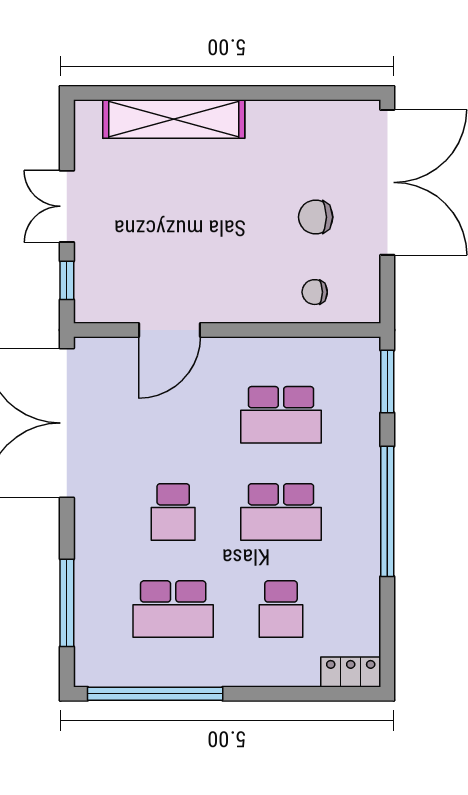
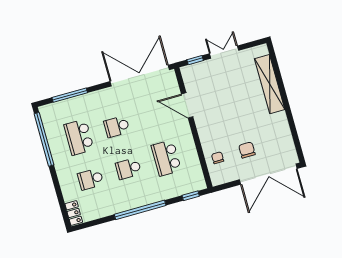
window: (387, 381) -> (191, 196), width x0.67
school desk: (281, 512) -> (128, 169), width x0.54

